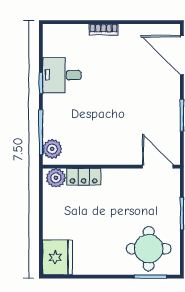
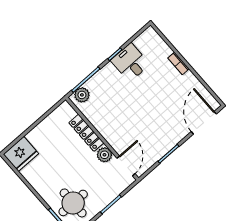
locker: (84, 177) -> (86, 133), width x1.53
plant: (56, 178) -> (104, 155), moved

